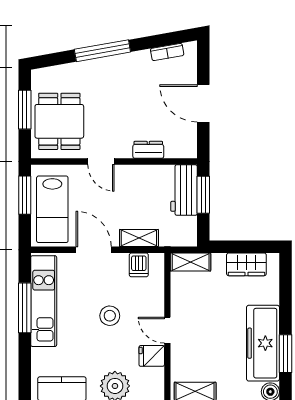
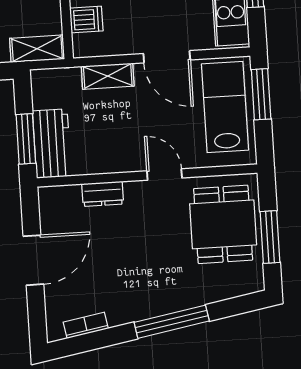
door: (203, 103) -> (33, 260), hinge flipped
window: (25, 195) -> (261, 94), moved
dishwasher: (139, 265) -> (86, 20), moved, turned 90

